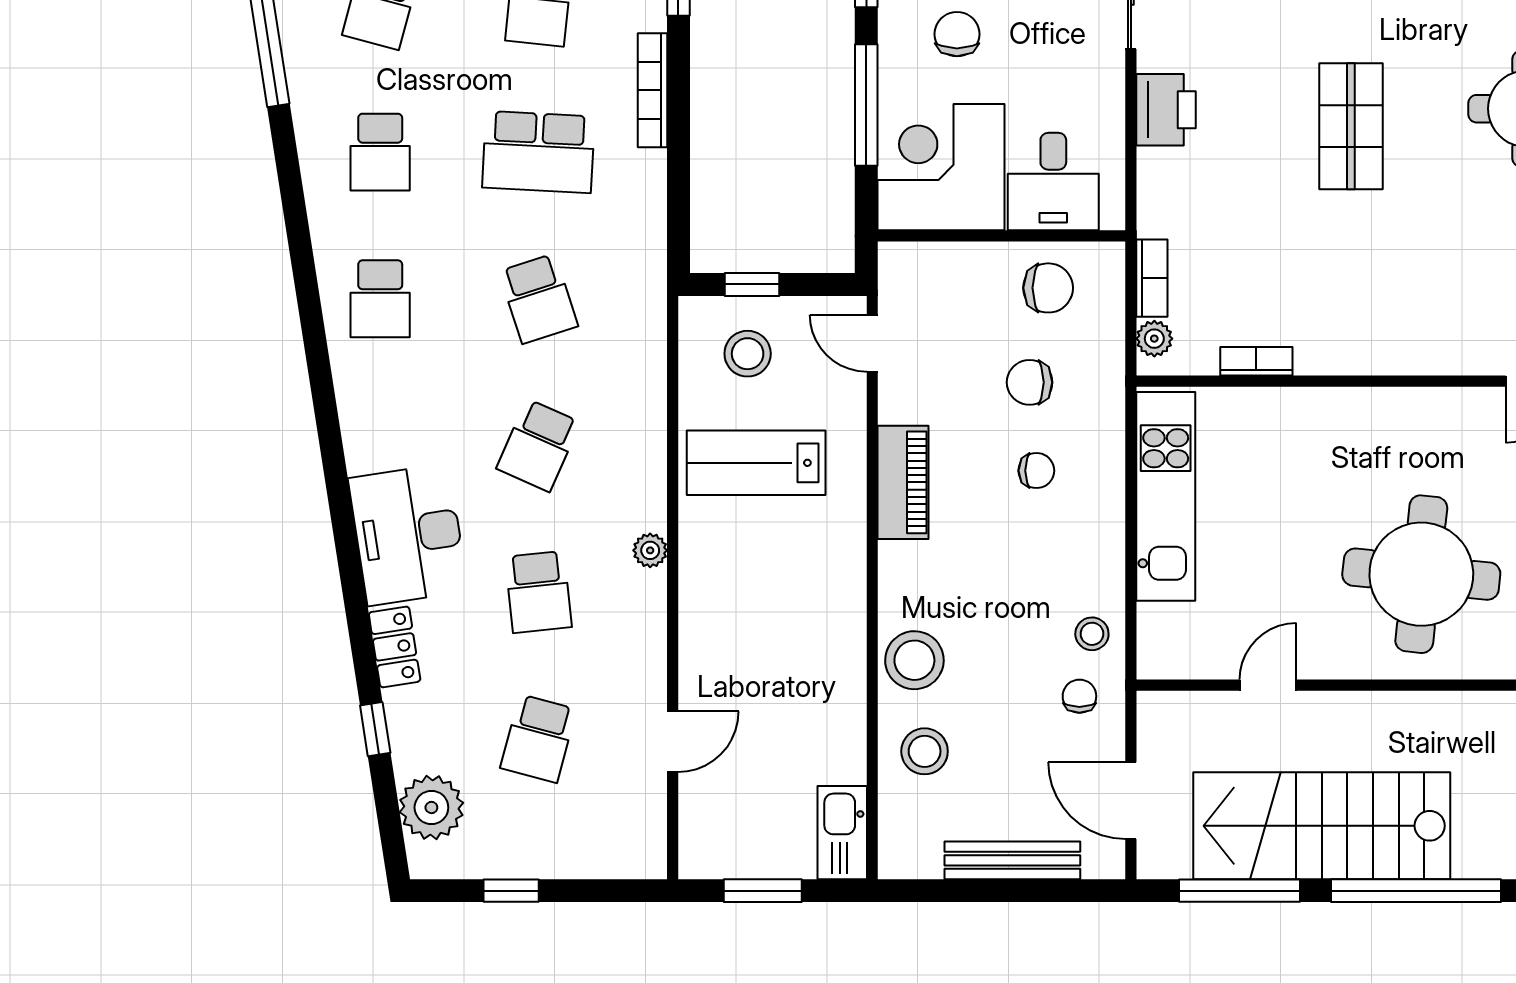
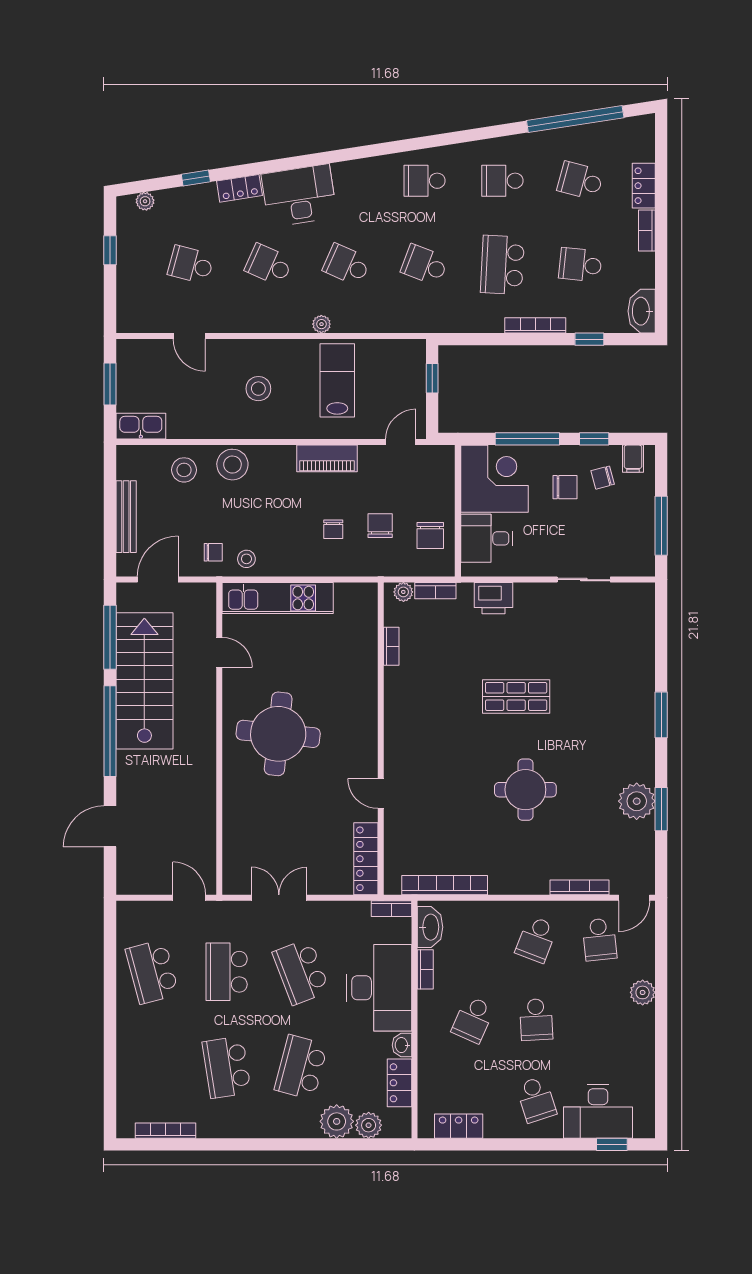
printer: (1166, 110) -> (493, 598), moved
school desk: (538, 299) -> (425, 265), turned 39
stool: (748, 354) -> (258, 389), moved
kitchen unit: (1166, 496) -> (278, 598), moved
plant: (650, 550) -> (321, 324), moved
school desk: (538, 592) -> (269, 265), turned 30
plant: (431, 807) -> (145, 201), width x0.53, depth x0.53

